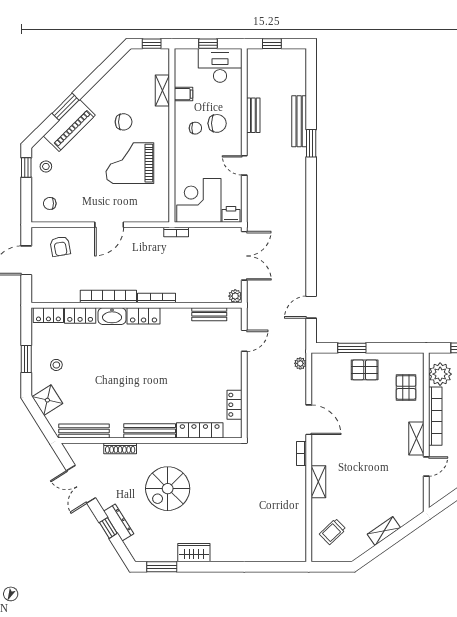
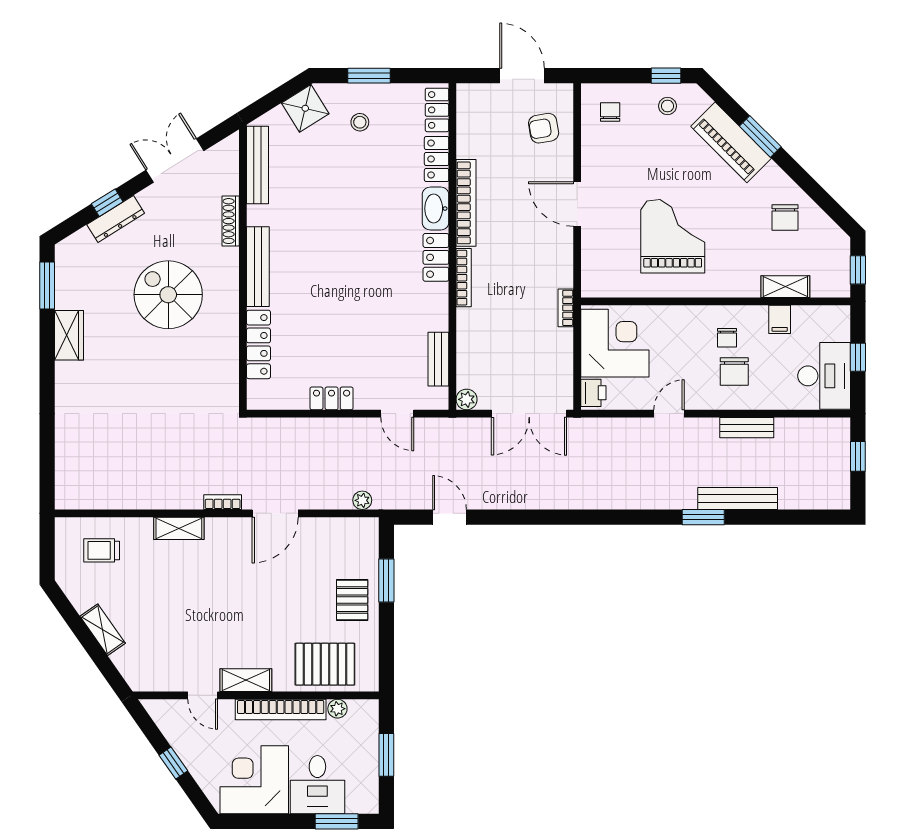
chair: (124, 122) -> (785, 218), moved
plant: (440, 374) -> (337, 709), width x0.53, depth x0.53
pallet: (406, 387) -> (325, 664), width x1.50, depth x1.42
locker: (235, 405) -> (332, 398), moved
trolley: (333, 532) -> (102, 550), turned -46

